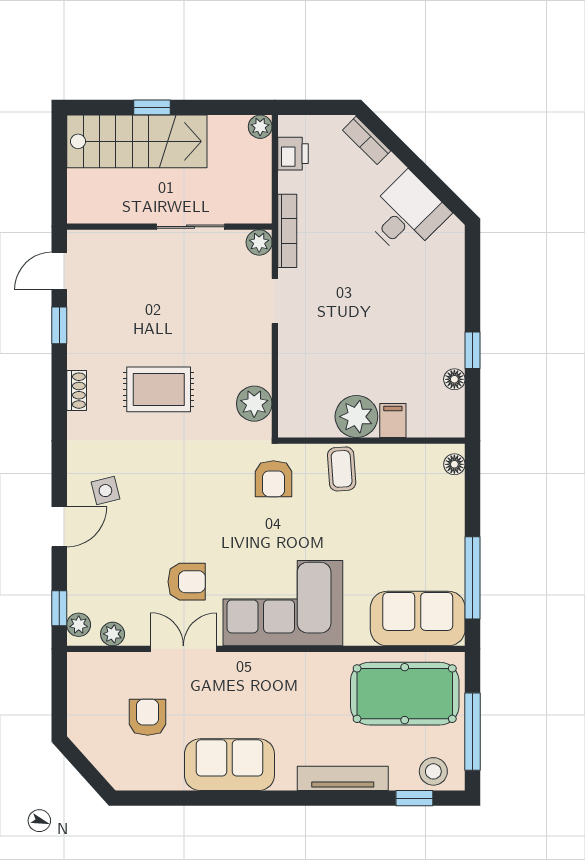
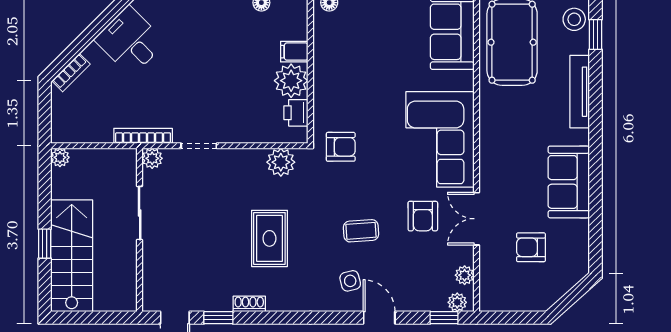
printer: (293, 154) -> (296, 113), moved, turned -90
shoe rack: (77, 391) -> (249, 304), moved
coffee table: (342, 469) -> (361, 231), moved
armchair: (187, 582) -> (423, 216), turned 180

